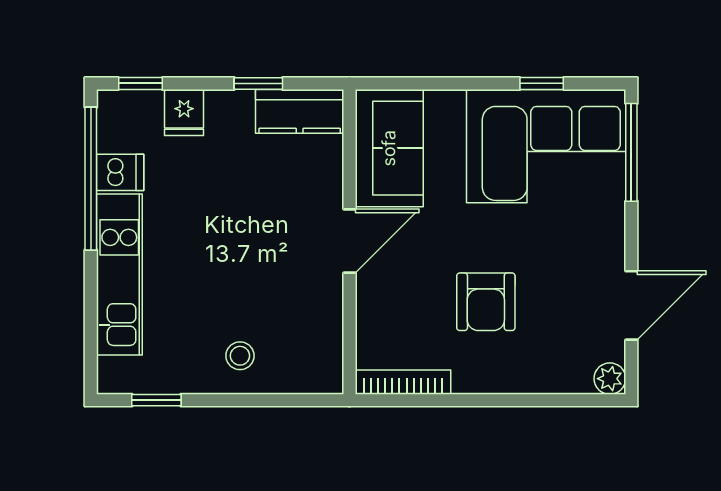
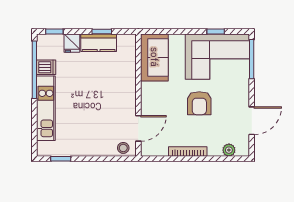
kitchen counter: (300, 111) -> (99, 43), moved
door: (350, 241) -> (138, 128), moved
armchair: (486, 302) -> (199, 103), moved
stool: (240, 356) -> (123, 148), moved
plant: (610, 379) -> (229, 150), moved
bookcase: (403, 382) -> (188, 151), moved

